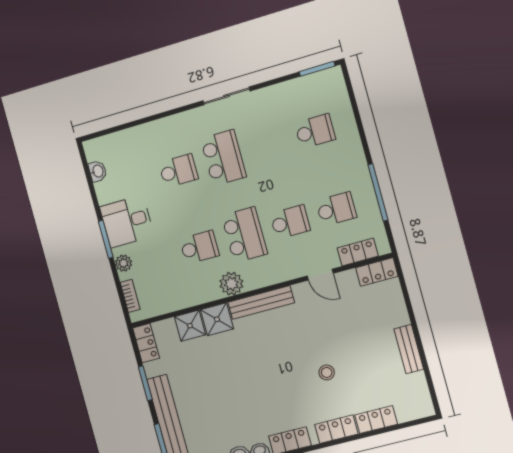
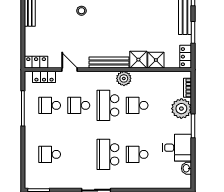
desk: (127, 221) -> (177, 148), moved
plant: (124, 263) -> (181, 109), width x1.88, depth x1.88

